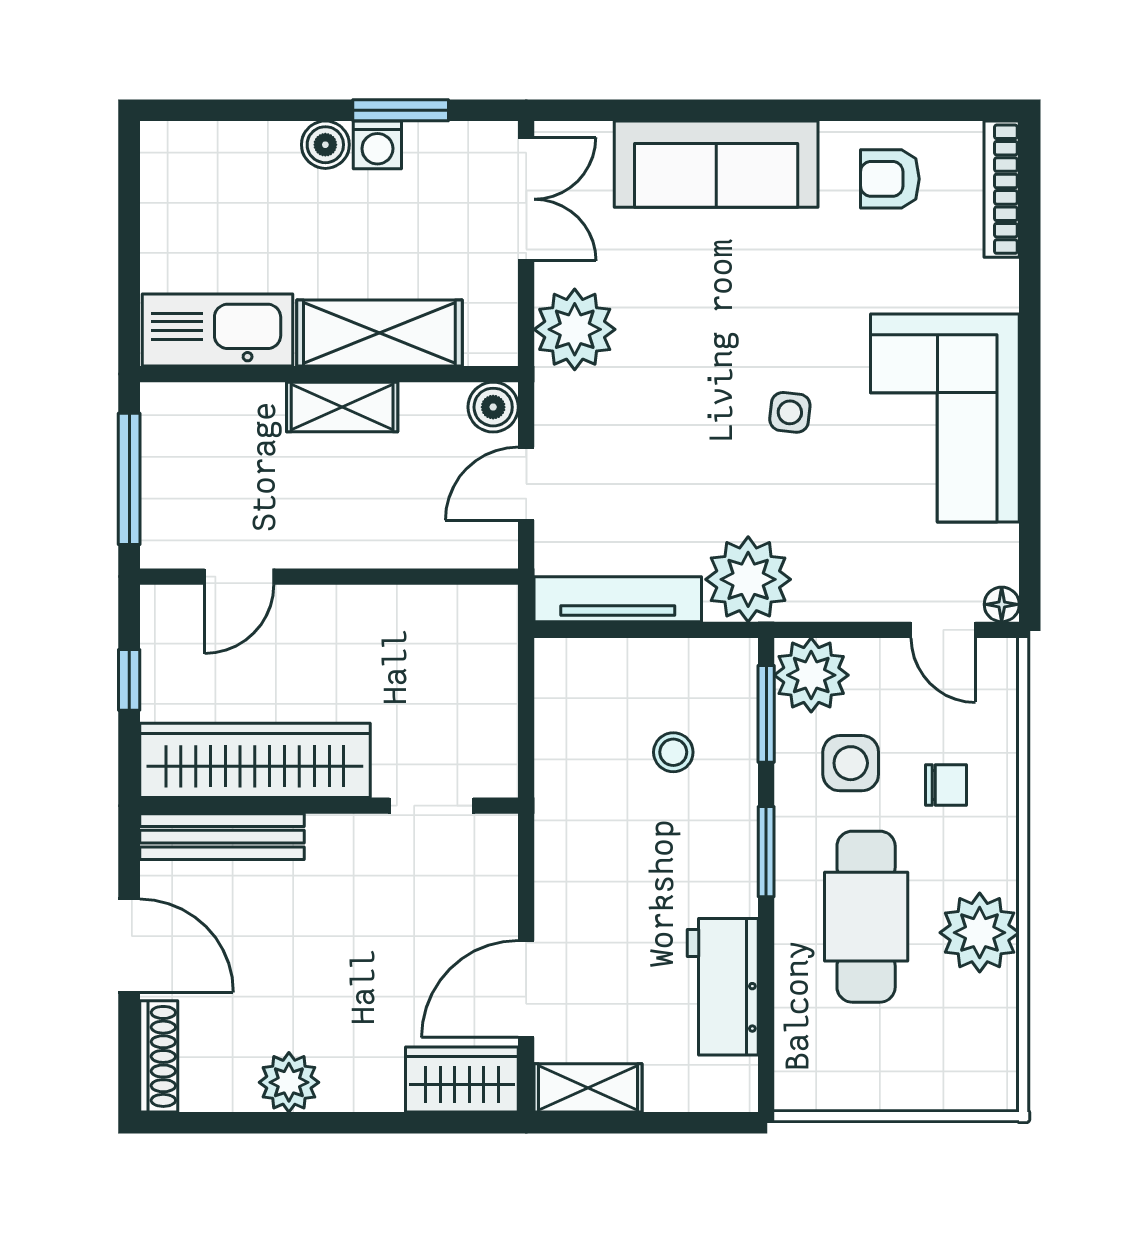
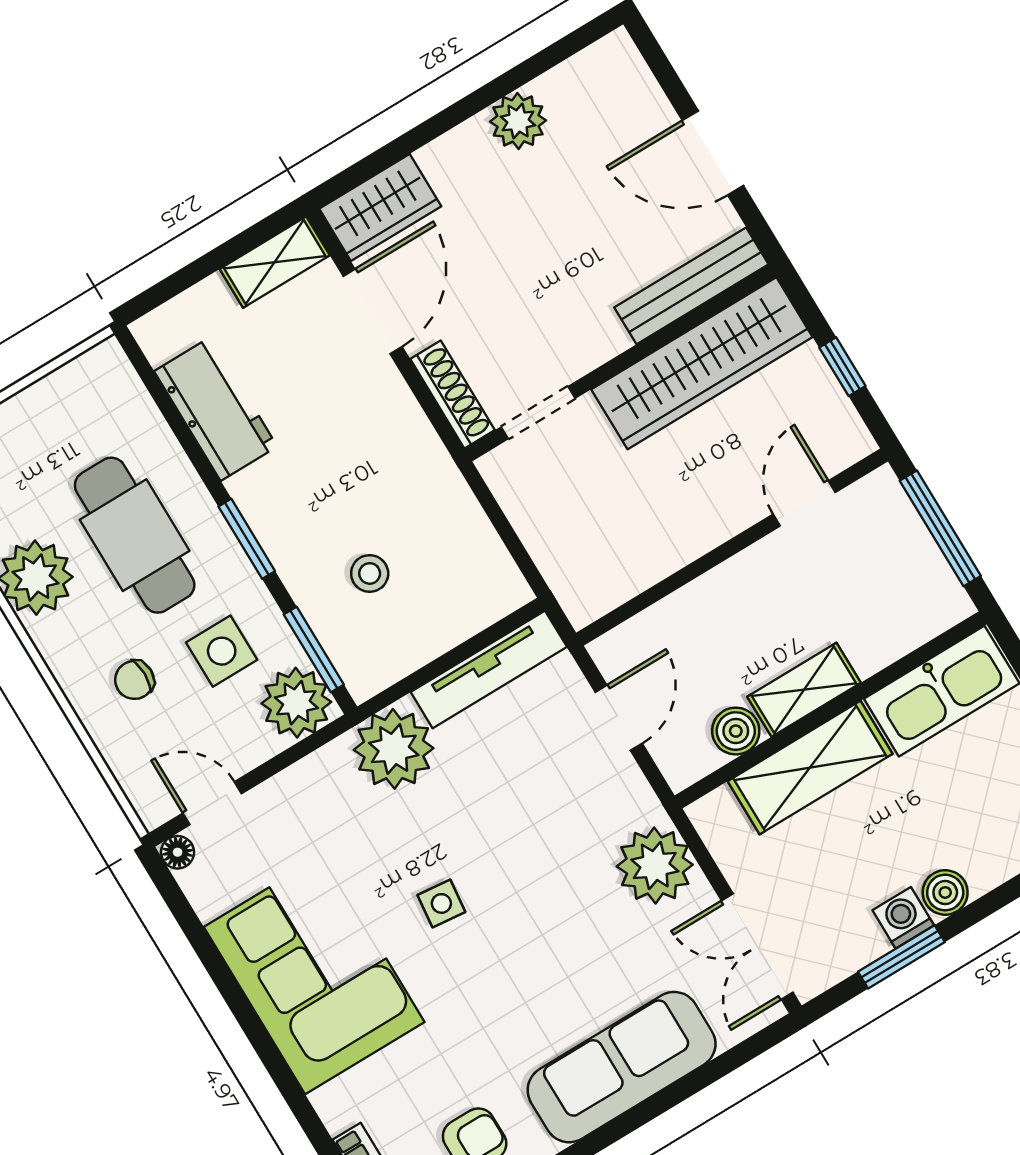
boiler: (493, 407) -> (736, 731), moved
shoe rack: (159, 1056) -> (453, 395), moved, turned 180

